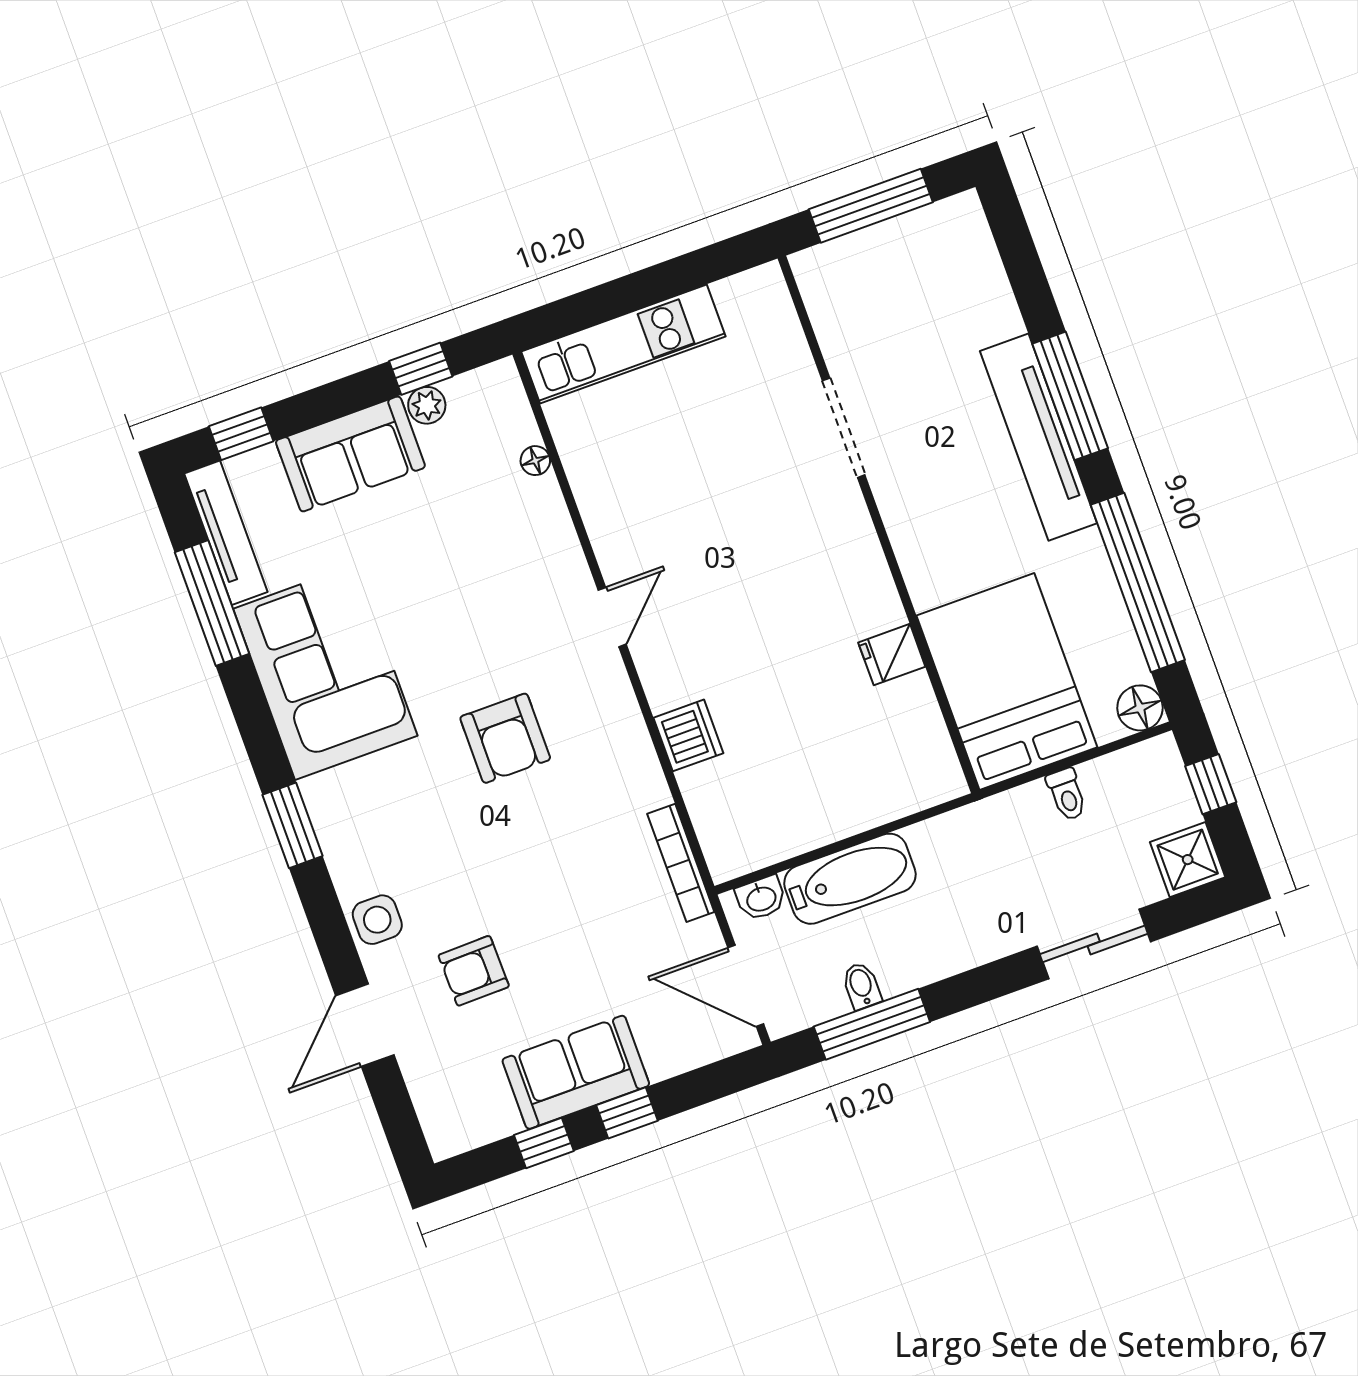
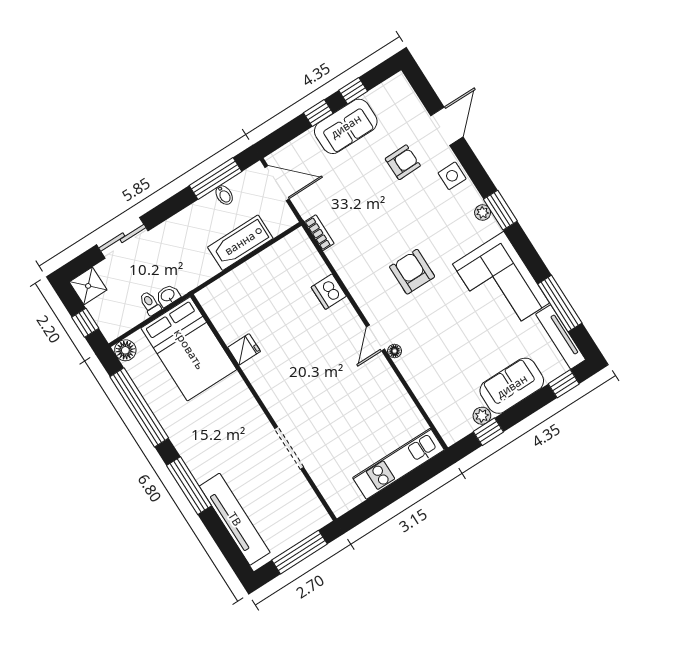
tv unit: (1039, 437) -> (235, 519), moved
floor lamp: (535, 461) -> (395, 351), moved
plant: (331, 829) -> (483, 213), added
bookcase: (681, 863) -> (319, 233), width x0.64
washbasin: (761, 898) -> (168, 296), moved

